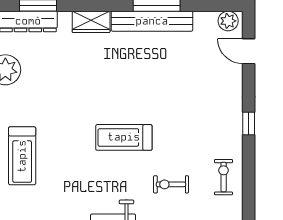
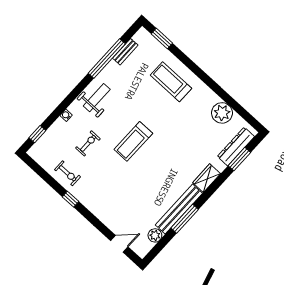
plant: (228, 21) -> (155, 235), moved
window: (249, 123) -> (71, 199), moved
treadmill: (124, 137) -> (133, 141), turned 180

